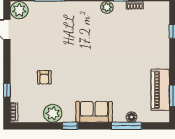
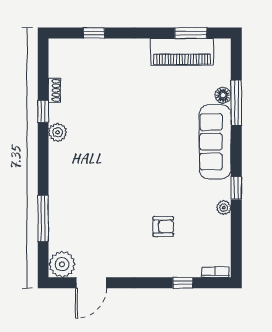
sofa: (94, 112) -> (215, 142), width x1.36
plant: (53, 113) -> (224, 208), width x0.53, depth x0.53

